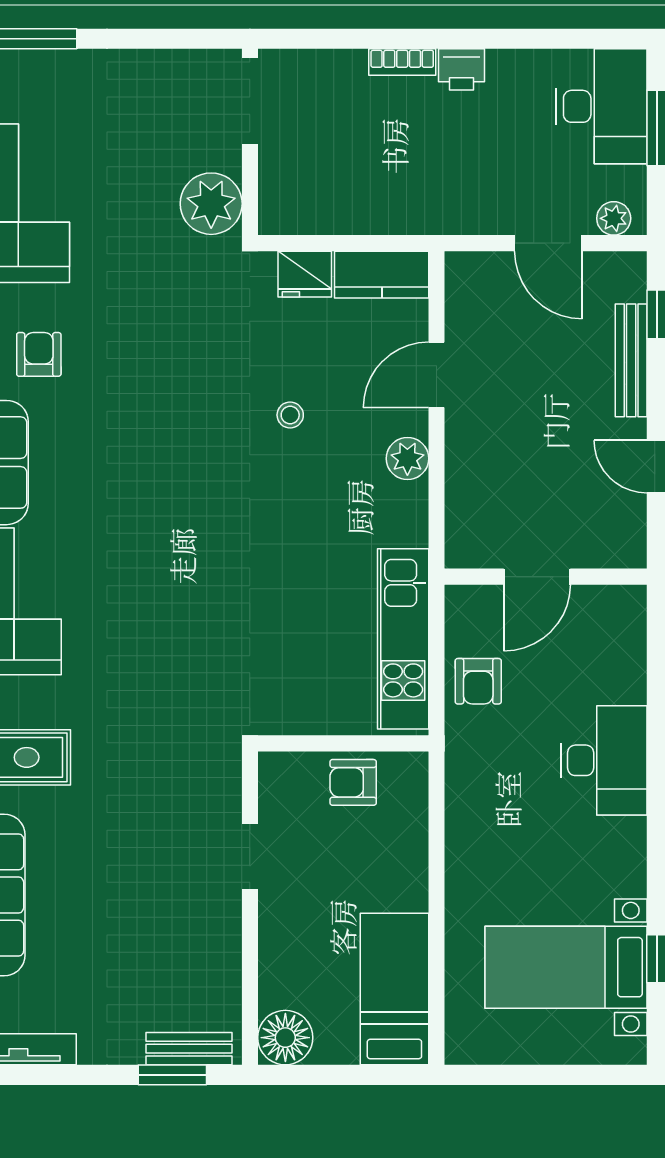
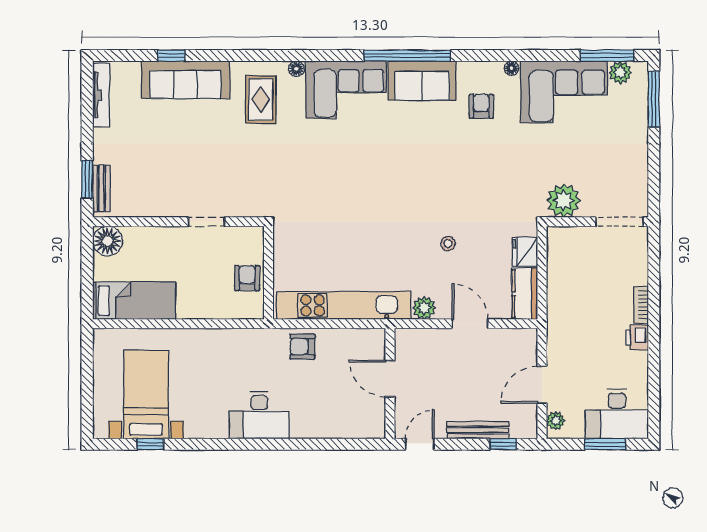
armchair: (39, 354) -> (481, 106), turned -90
door: (537, 577) -> (390, 379), moved
wall: (546, 577) -> (390, 383), moved
kitchen unit: (403, 639) -> (344, 305), width x1.36

